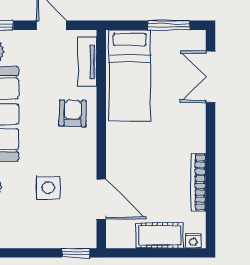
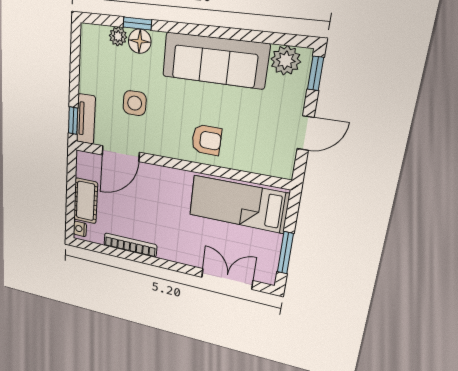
tv unit: (87, 62) -> (86, 119), moved, turned 90

